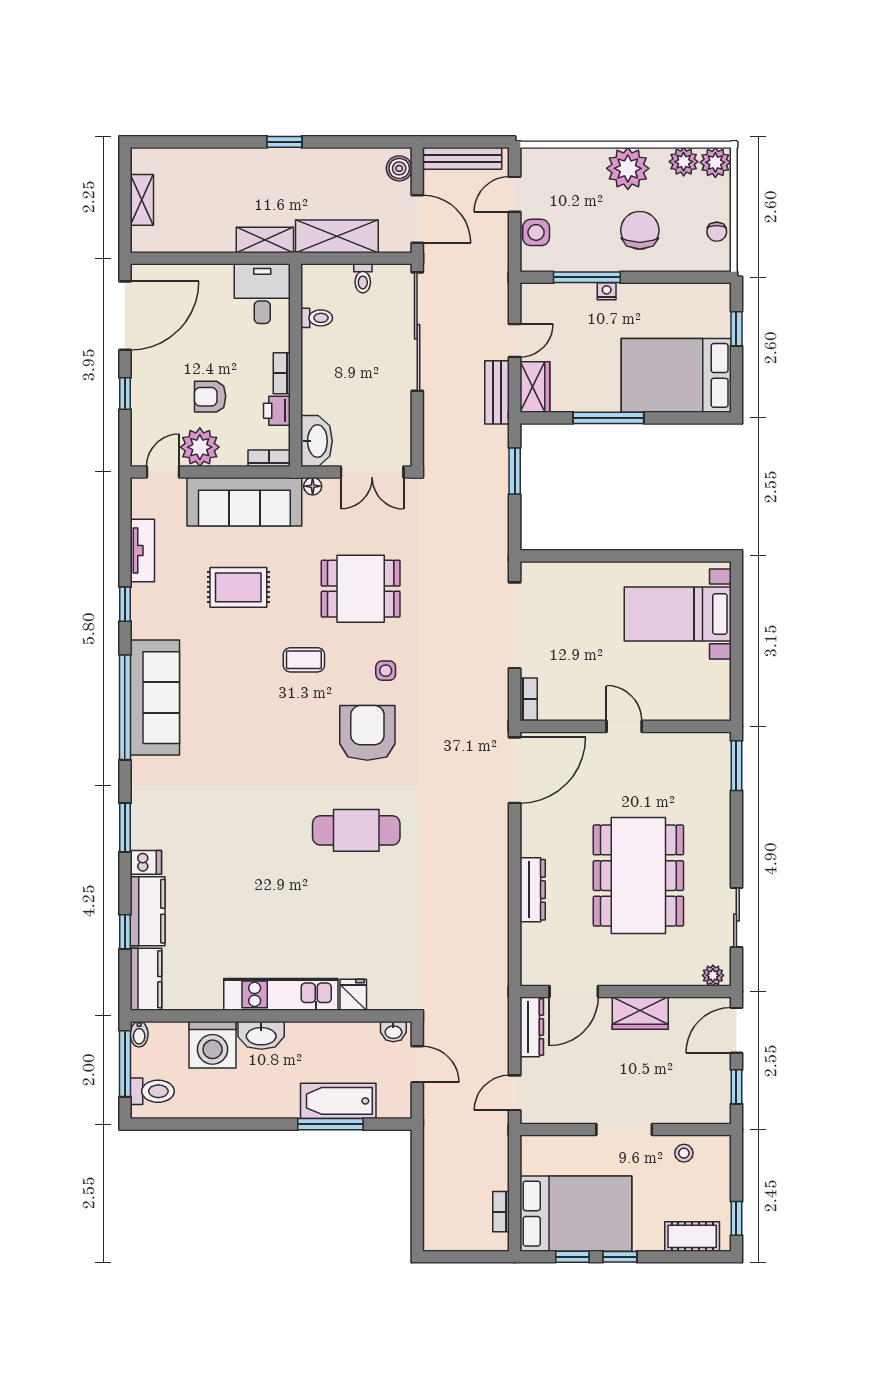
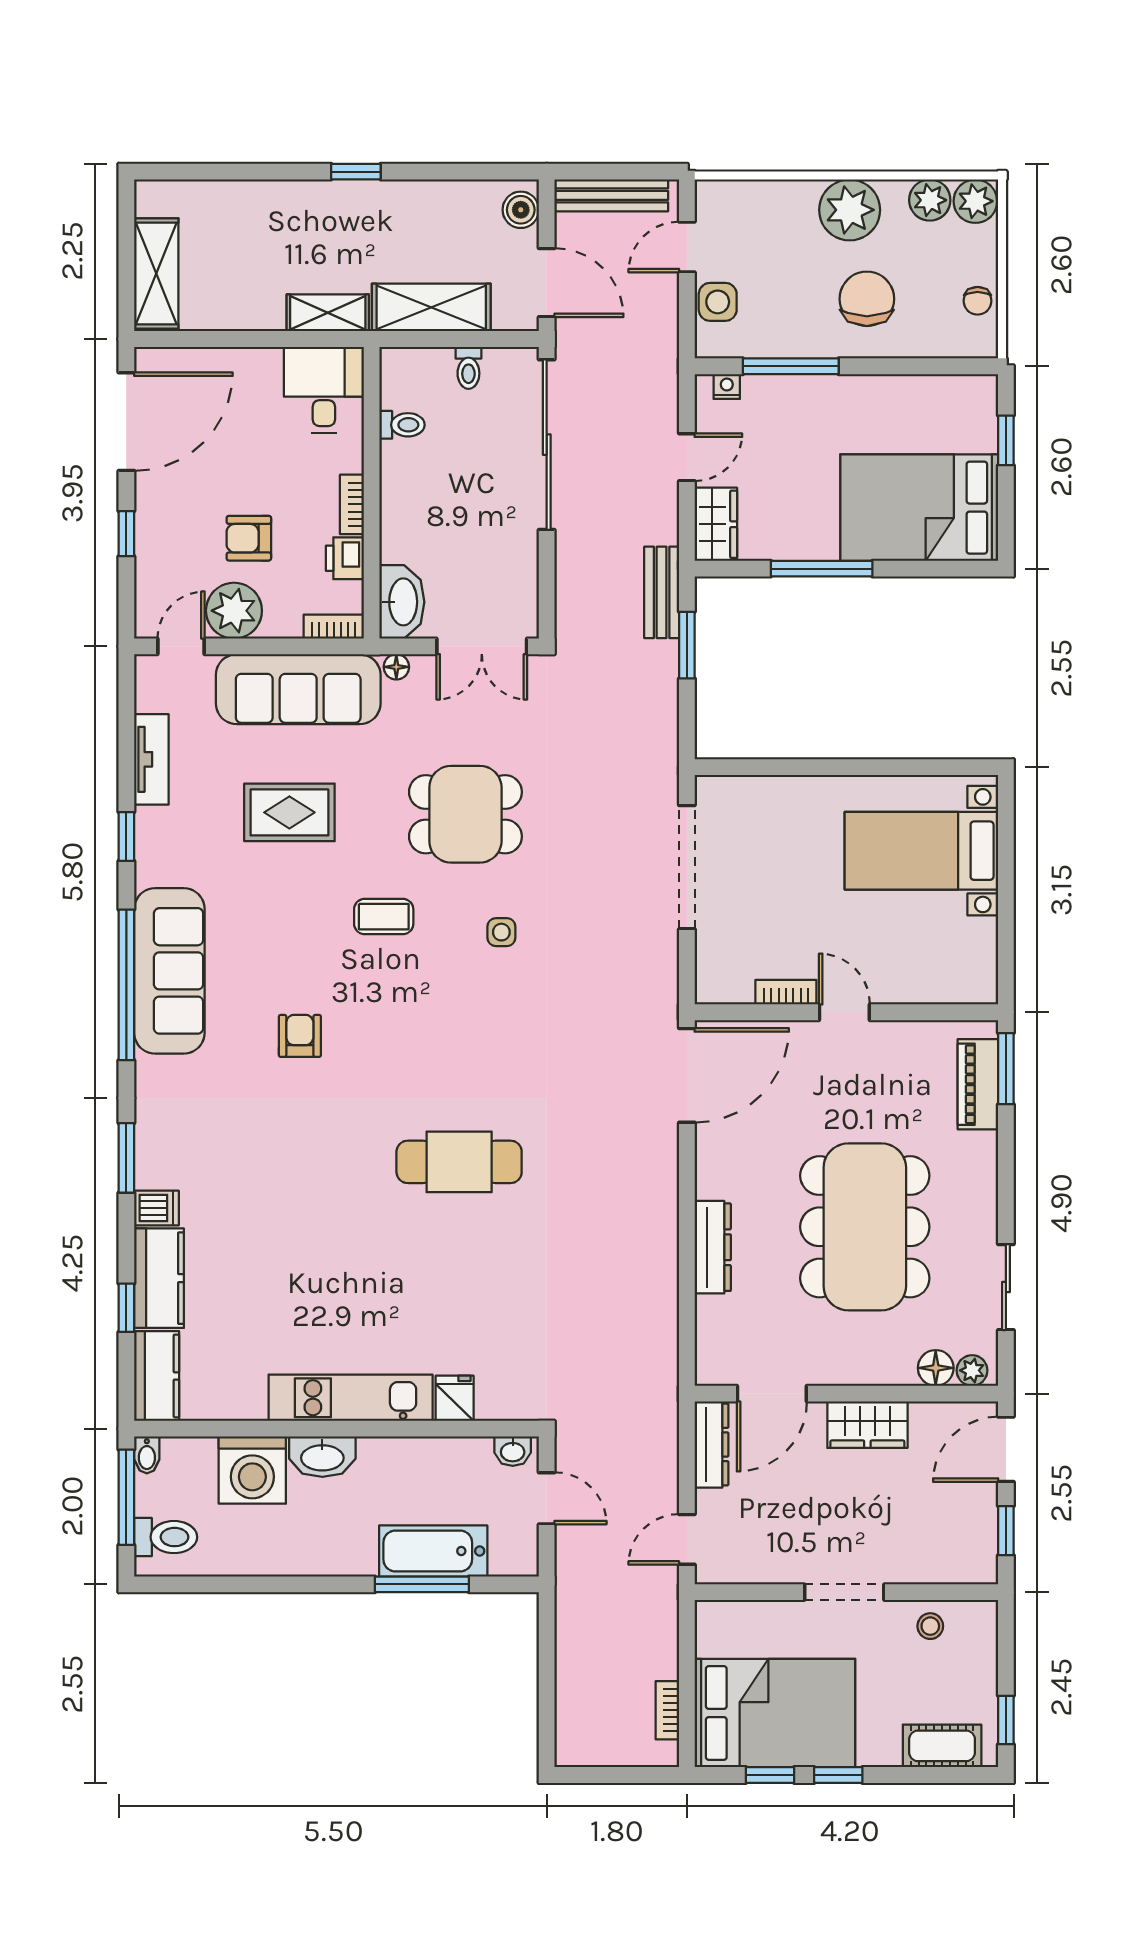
shelving: (142, 200) -> (156, 273), width x1.50, depth x1.33
nightstand: (607, 291) -> (727, 386), moved
bench: (497, 392) -> (662, 592), moved
bookcase: (529, 699) -> (786, 992), moved, turned -90
armchair: (367, 733) -> (300, 1036), moved, width x0.53, depth x0.53
piano: (717, 776) -> (978, 1084), added
floor lamp: (688, 974) -> (936, 1368), added

